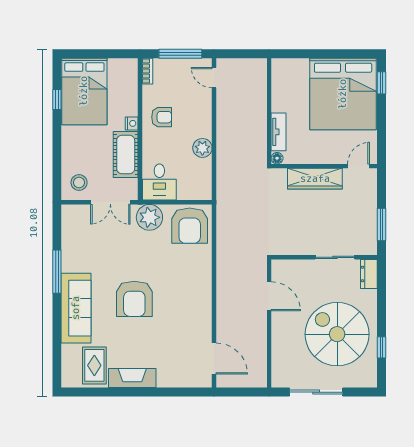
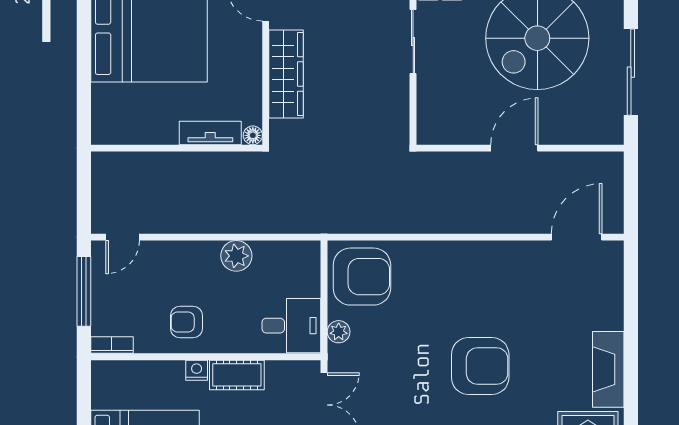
armchair: (162, 117) -> (186, 322), turned -90
cot: (126, 155) -> (237, 375), width x0.73, depth x0.75
plant: (149, 217) -> (339, 332), width x0.53, depth x0.53
door: (269, 296) -> (514, 148), moved

